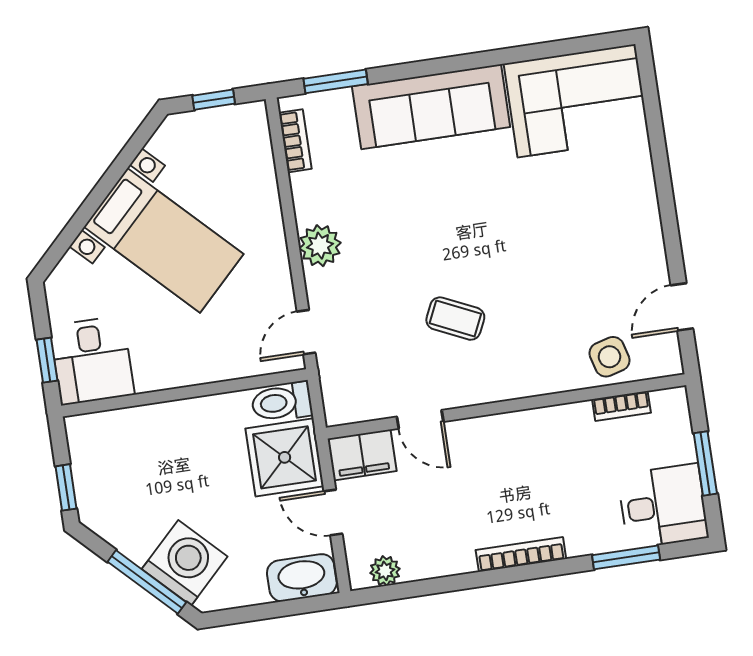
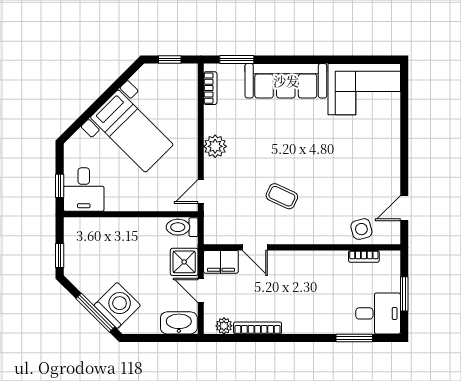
shower: (285, 457) -> (184, 262), width x0.73, depth x0.73
bookcase: (521, 554) -> (258, 328), moved

